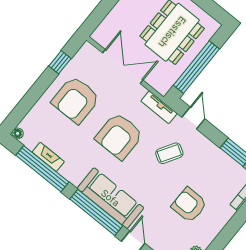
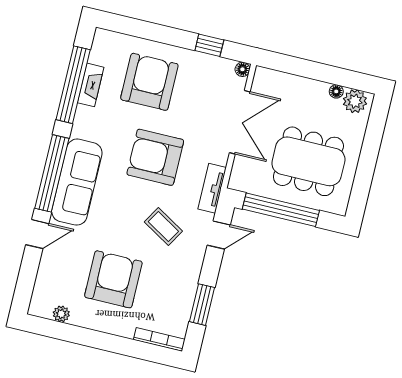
armchair: (76, 100) -> (149, 82), moved, turned 90
floor lamp: (18, 133) -> (242, 69), moved
armchair: (189, 205) -> (113, 279), width x1.36, depth x1.36

